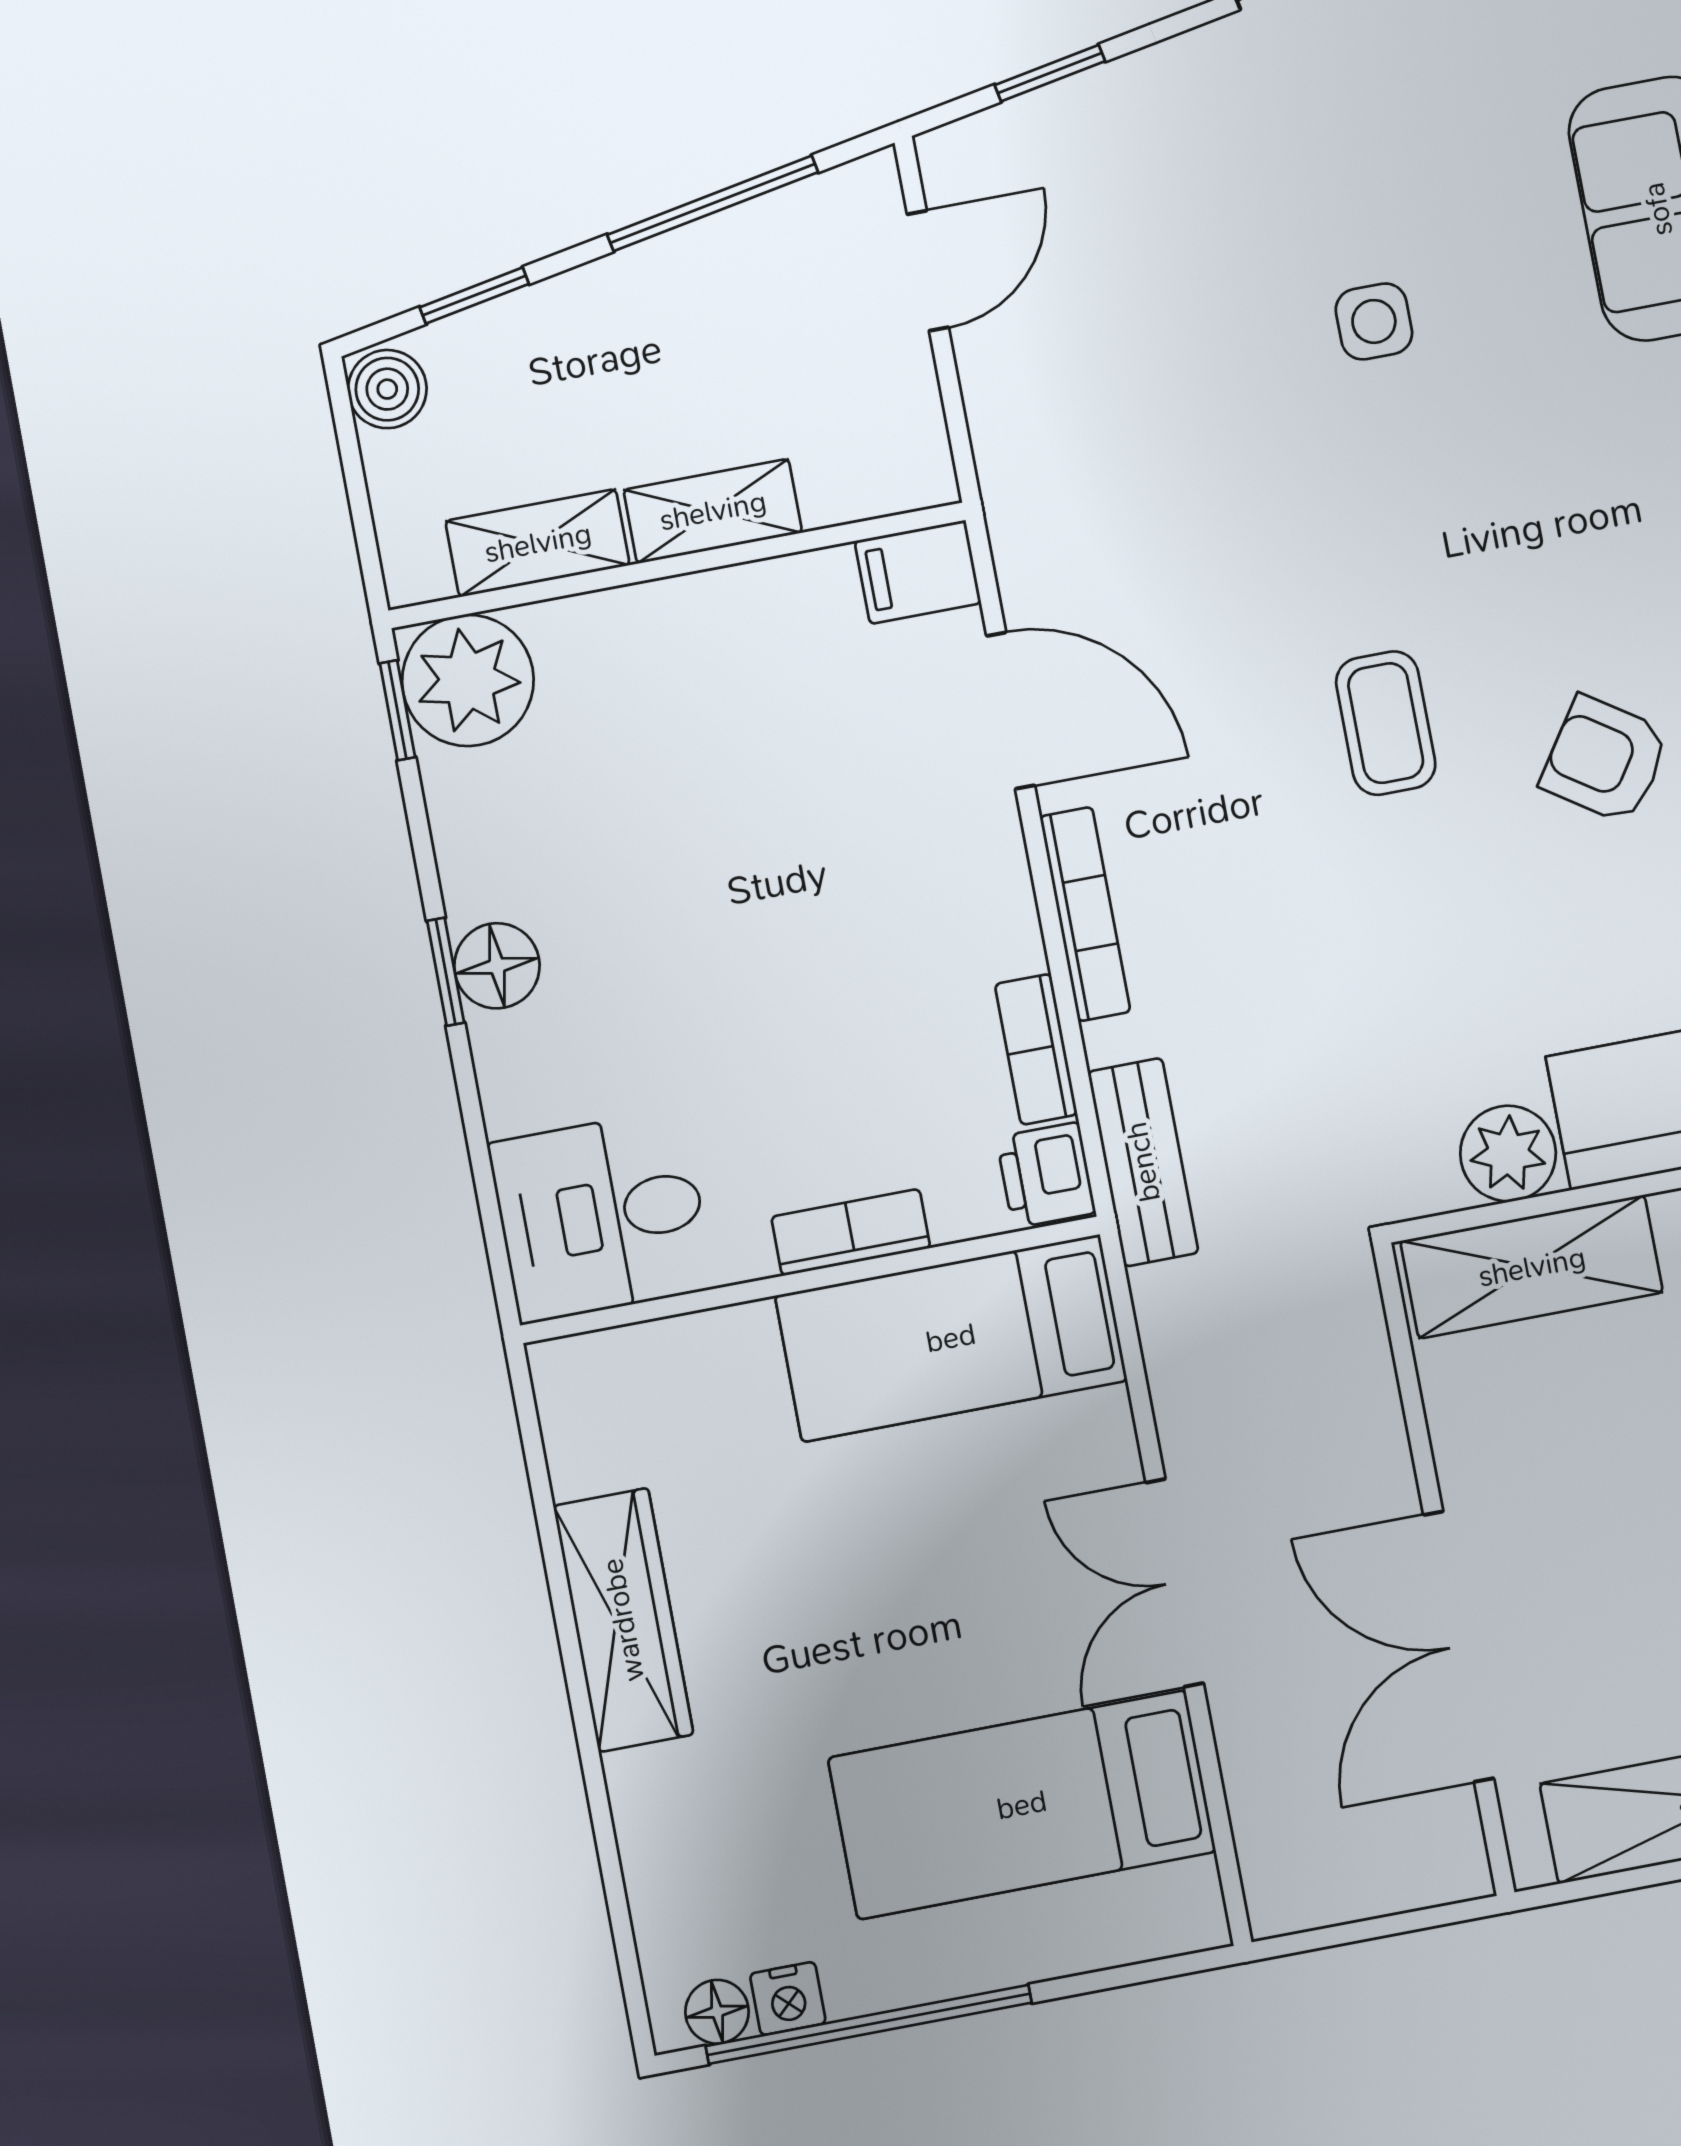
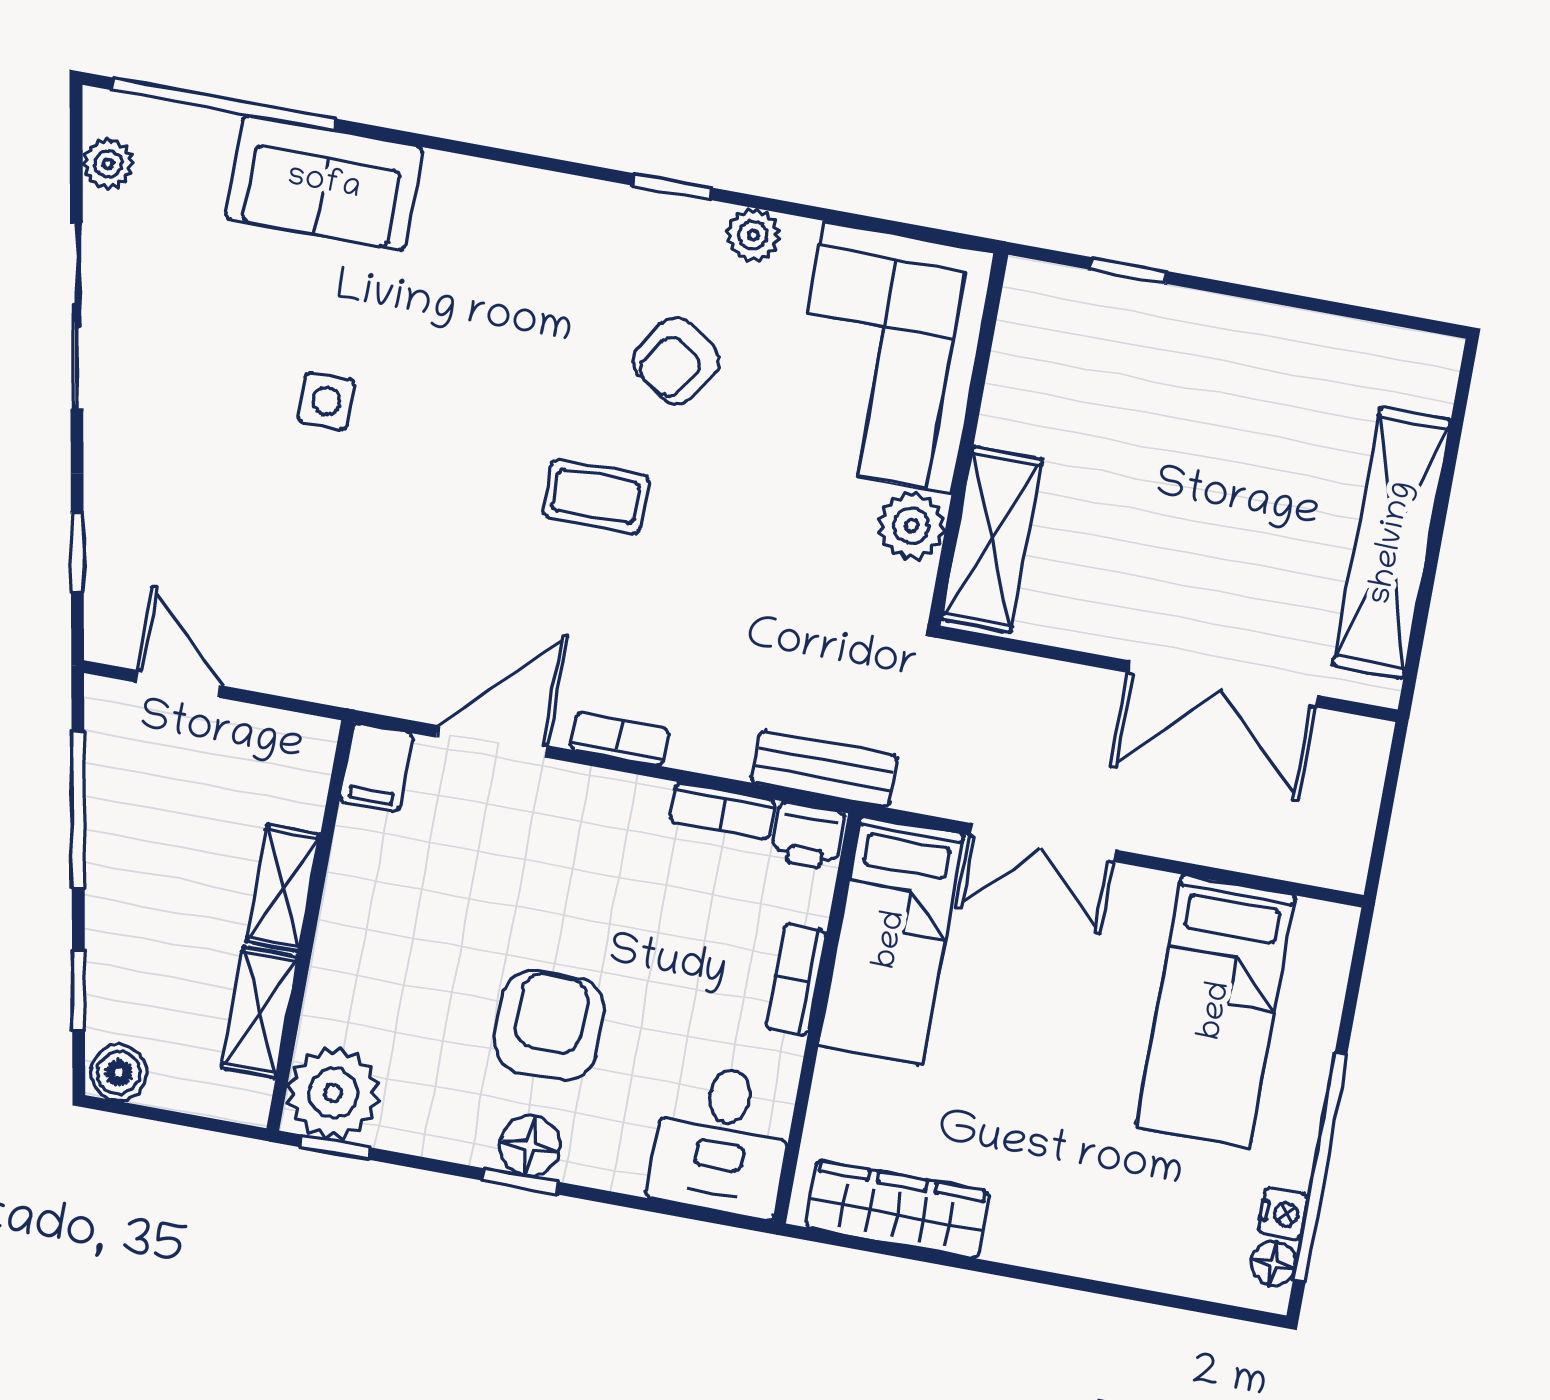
bookcase: (1085, 914) -> (619, 739), width x0.64
armchair: (666, 930) -> (549, 1025), added
double door: (1175, 1583) -> (1042, 842), moved
wardrobe: (623, 1620) -> (897, 1209), moved

